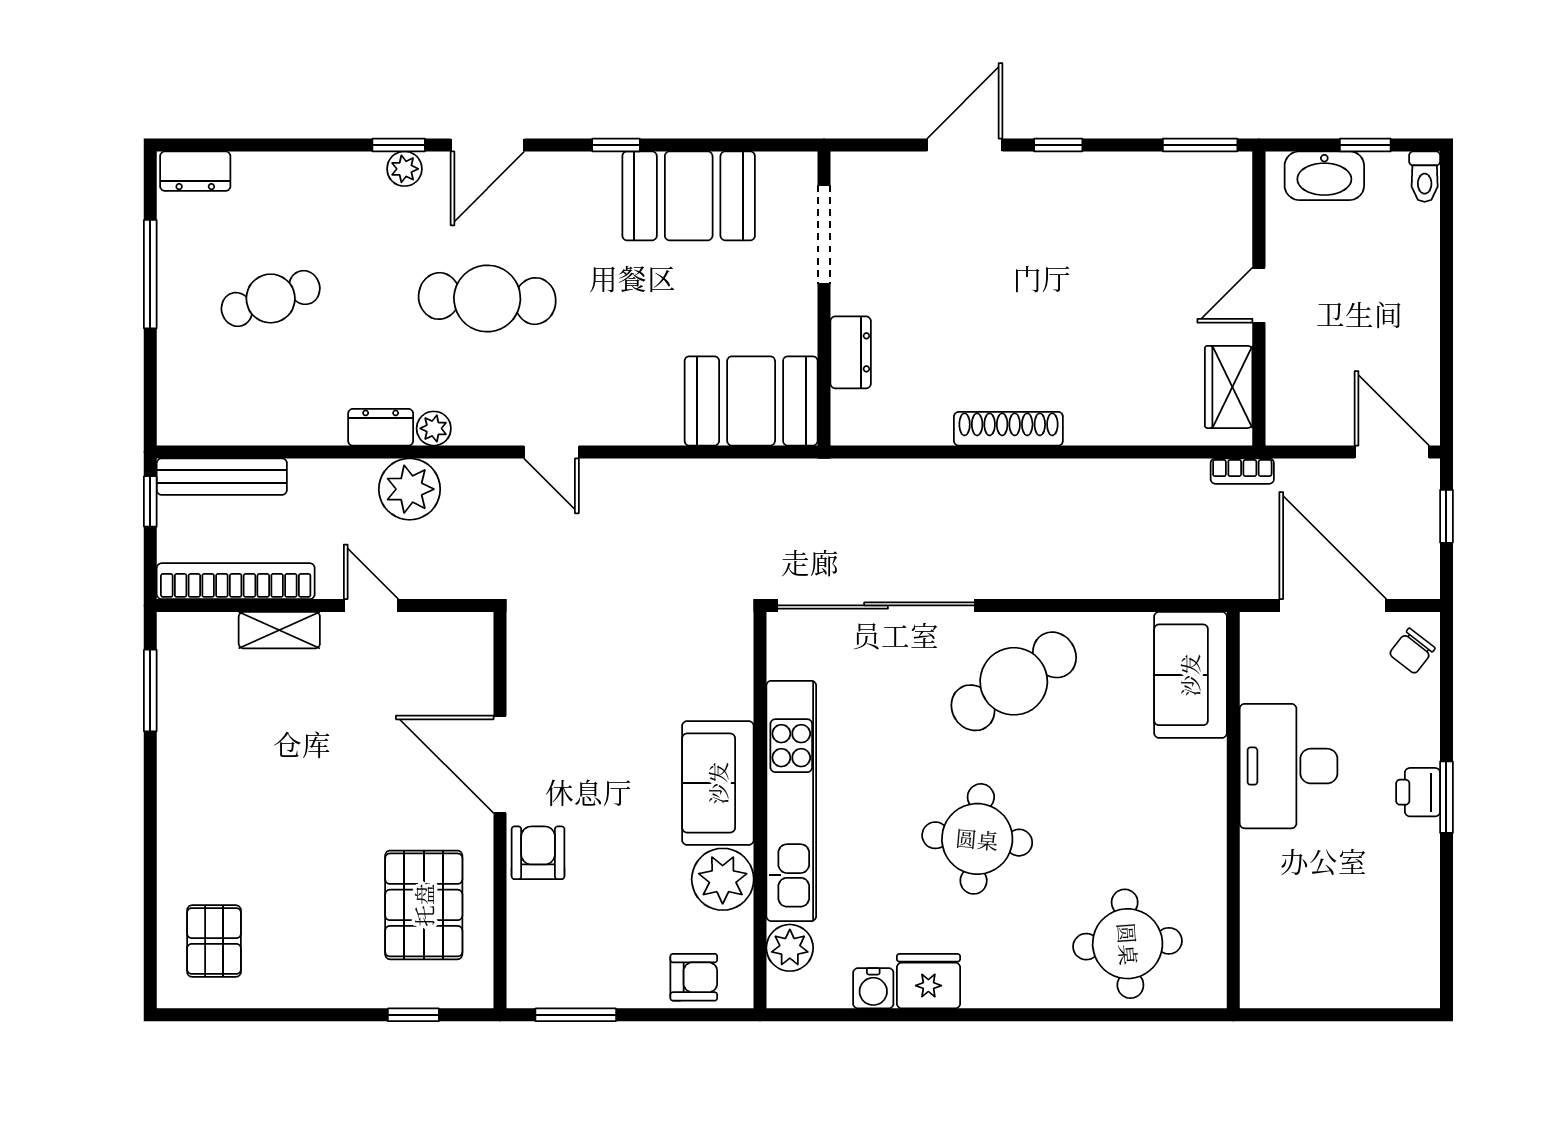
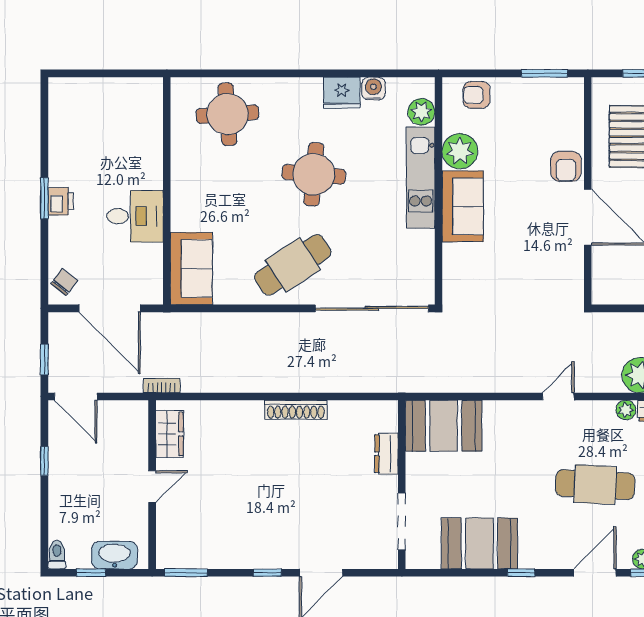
window: (1446, 340) -> (44, 461), added
door: (551, 452) -> (558, 396), hinge flipped
desk: (1289, 766) -> (135, 216), width x0.73
kitchen unit: (791, 801) -> (421, 178), width x0.73

